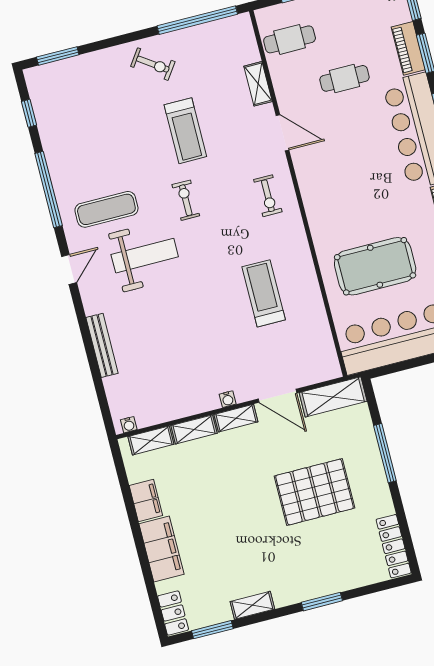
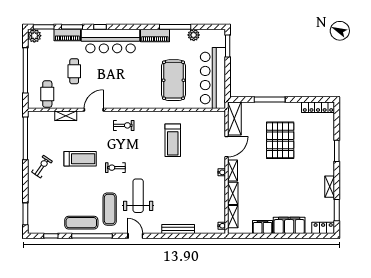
exercise mat: (68, 163) -> (81, 223), added
treadmill: (264, 293) -> (173, 140), turned -90

